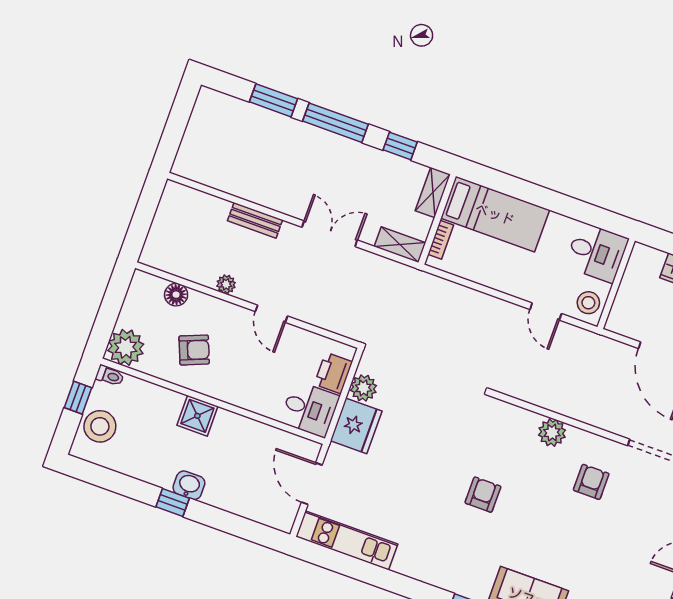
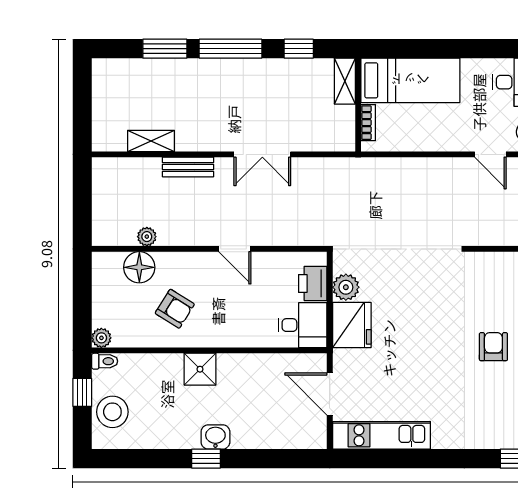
double door: (330, 234) -> (262, 154), swing flipped
shelving: (400, 245) -> (151, 141), moved
plant: (226, 284) -> (147, 237), moved
floor lamp: (176, 295) -> (139, 267), width x1.38, depth x1.38
plant: (126, 347) -> (101, 338), width x0.53, depth x0.53
armchair: (194, 350) -> (175, 309), turned 54

